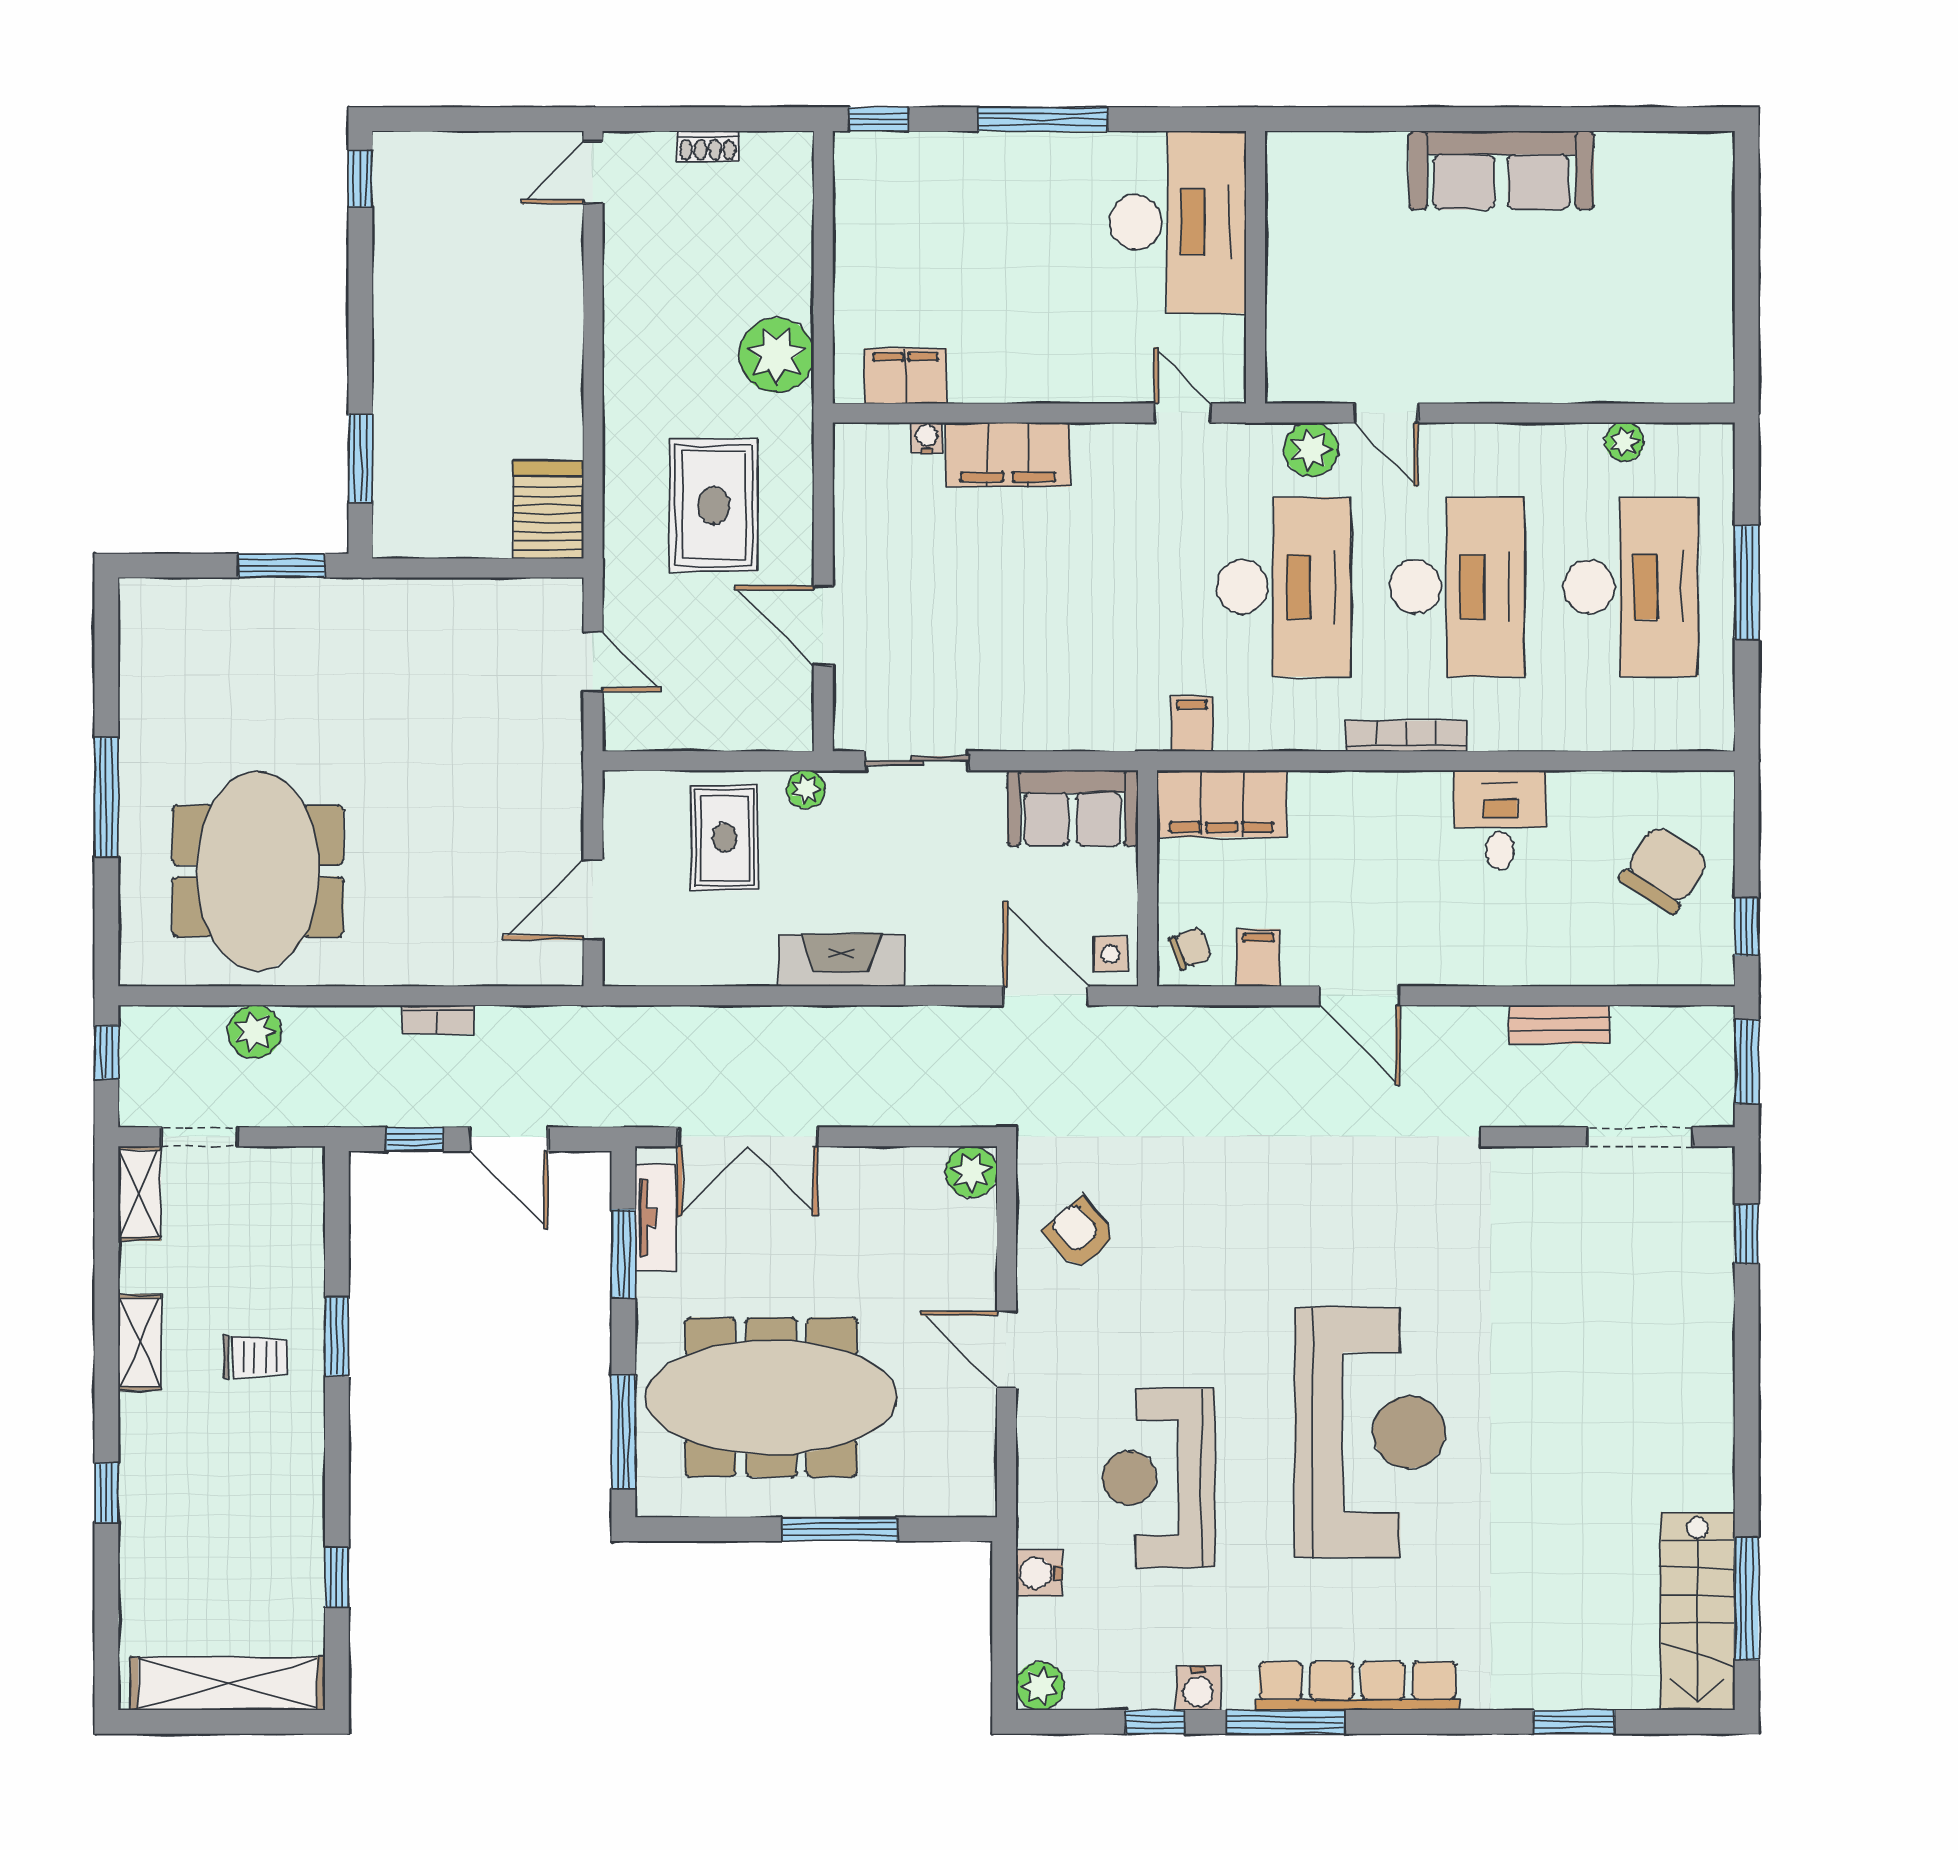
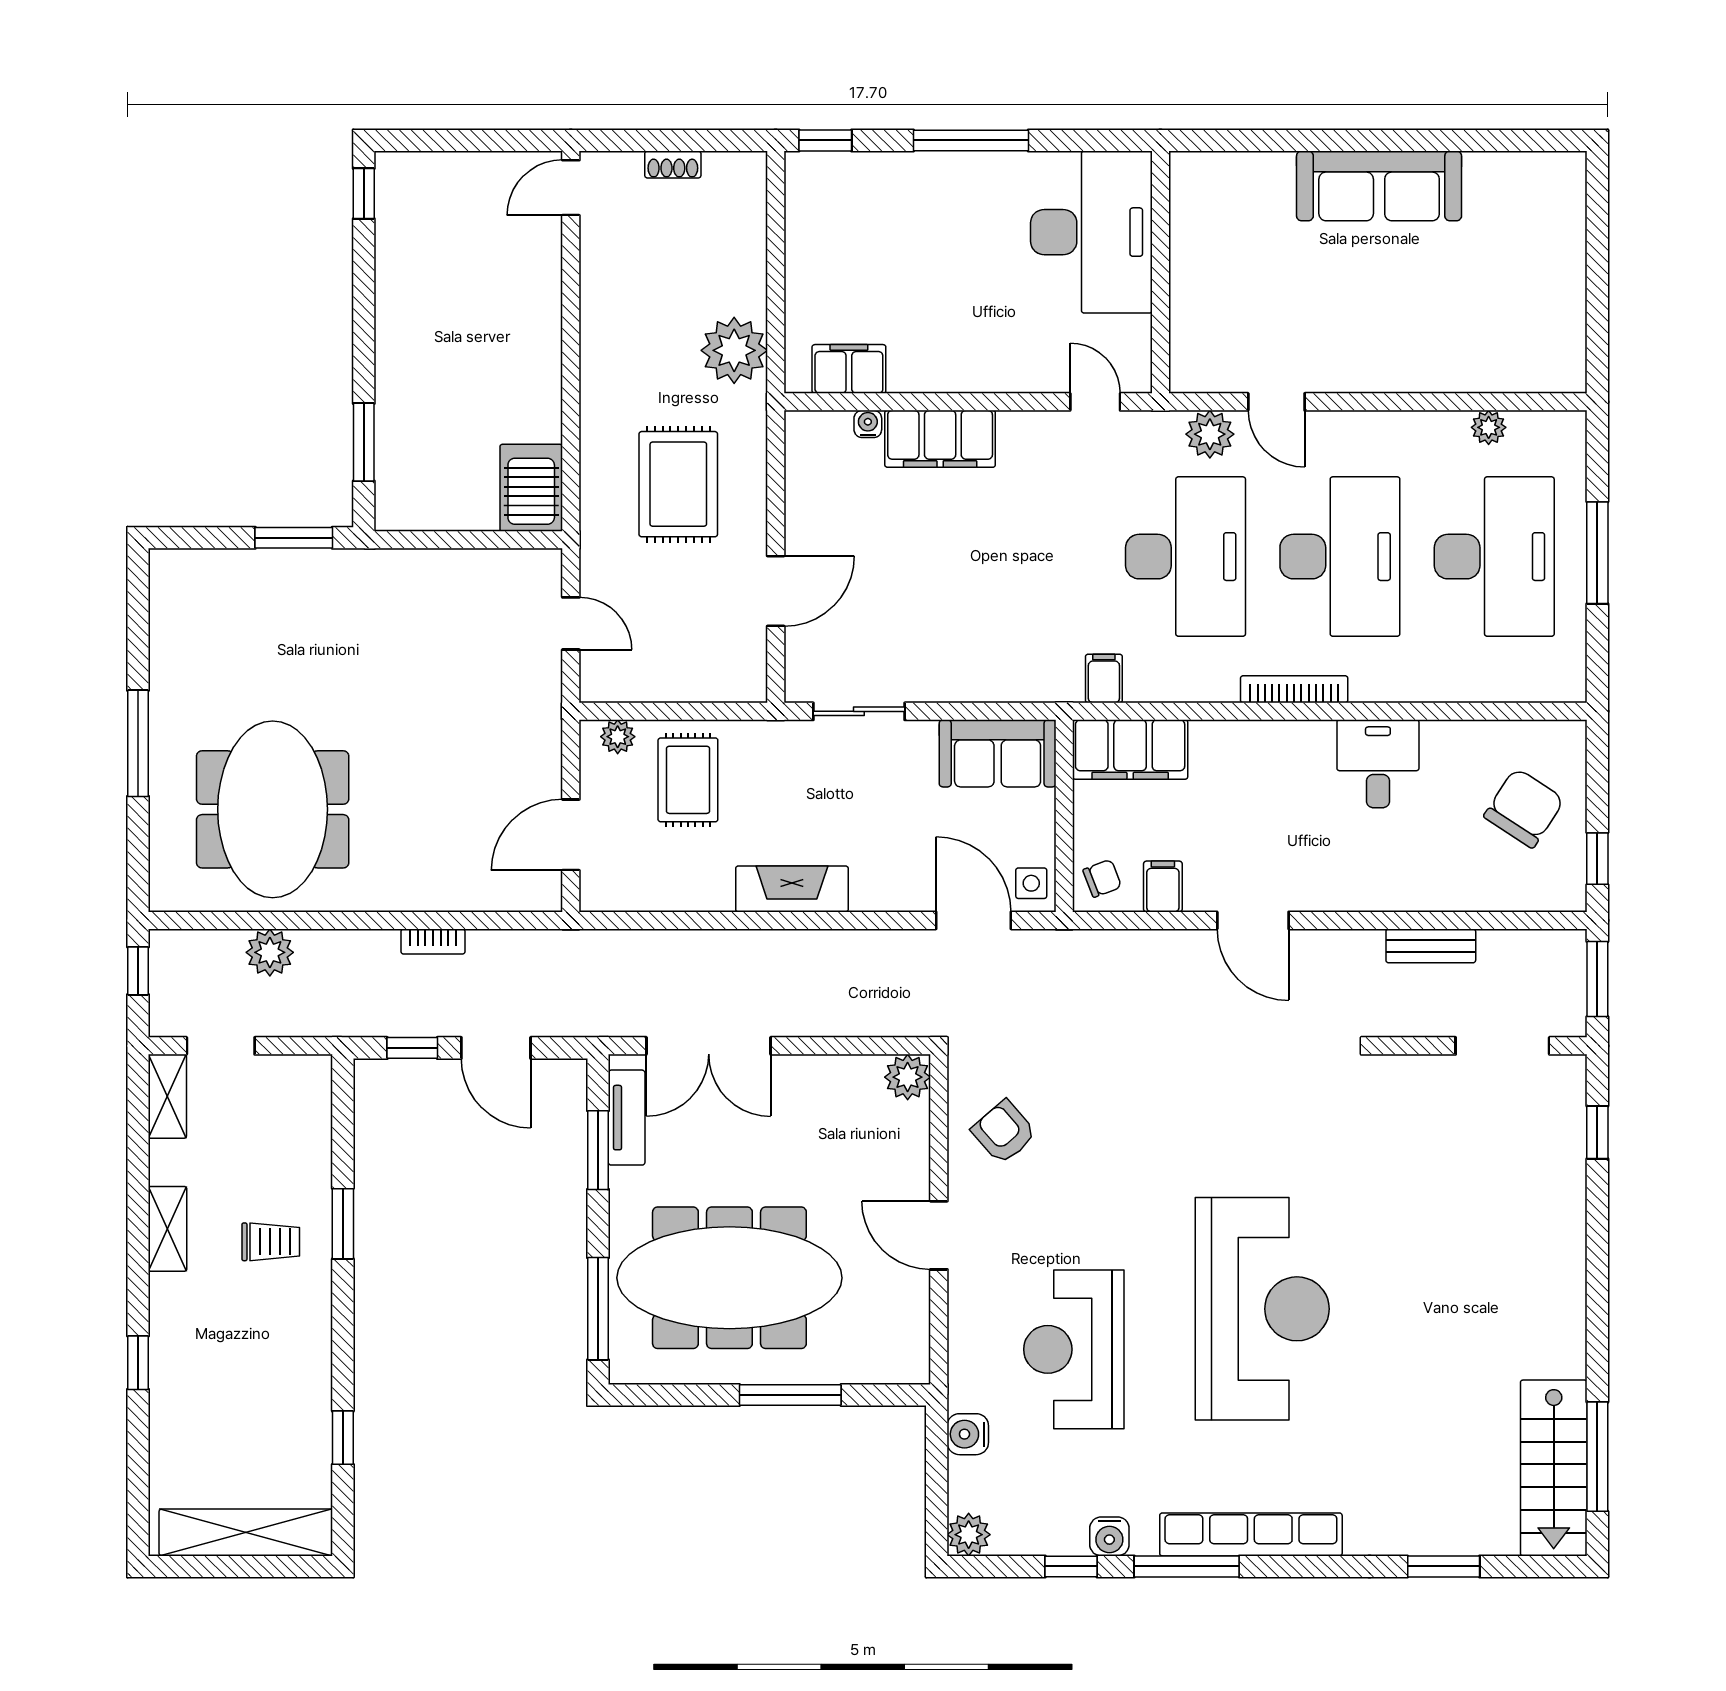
door: (823, 626) -> (776, 591), swing flipped
plant: (806, 789) -> (618, 737), moved

